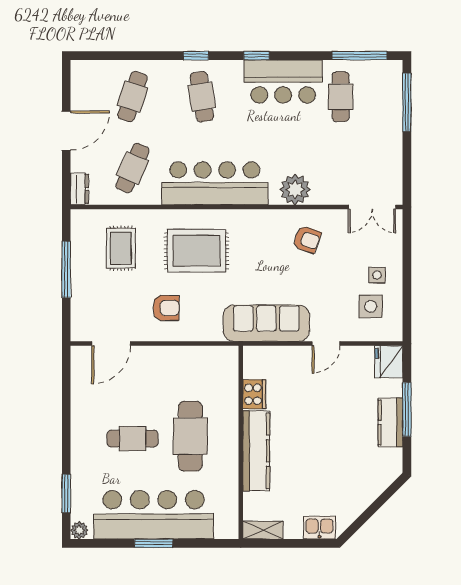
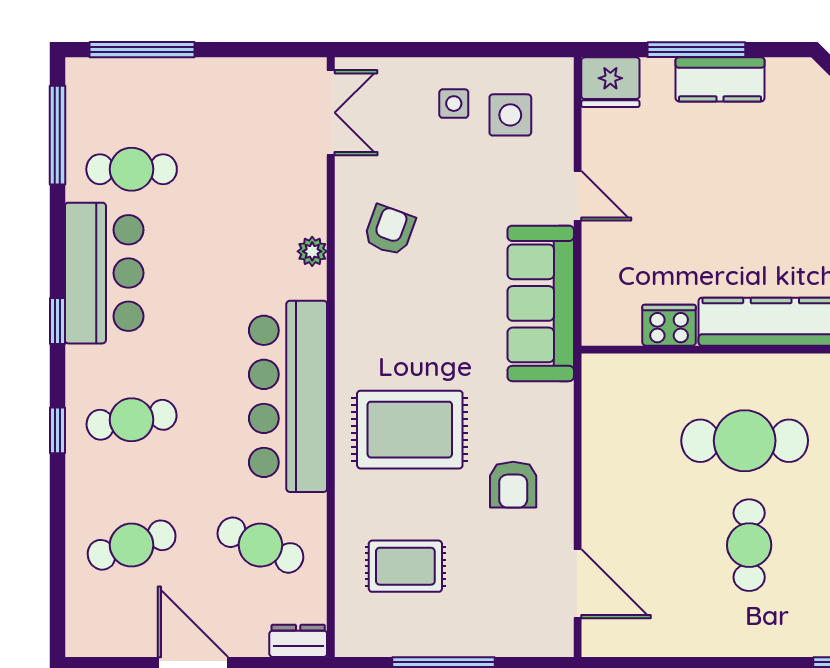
cafe table: (133, 97) -> (132, 545), turned -36
plant: (295, 189) -> (312, 251), width x0.53, depth x0.53
rug: (196, 251) -> (410, 430), turned 90
armchair: (166, 308) -> (513, 485), turned 180

